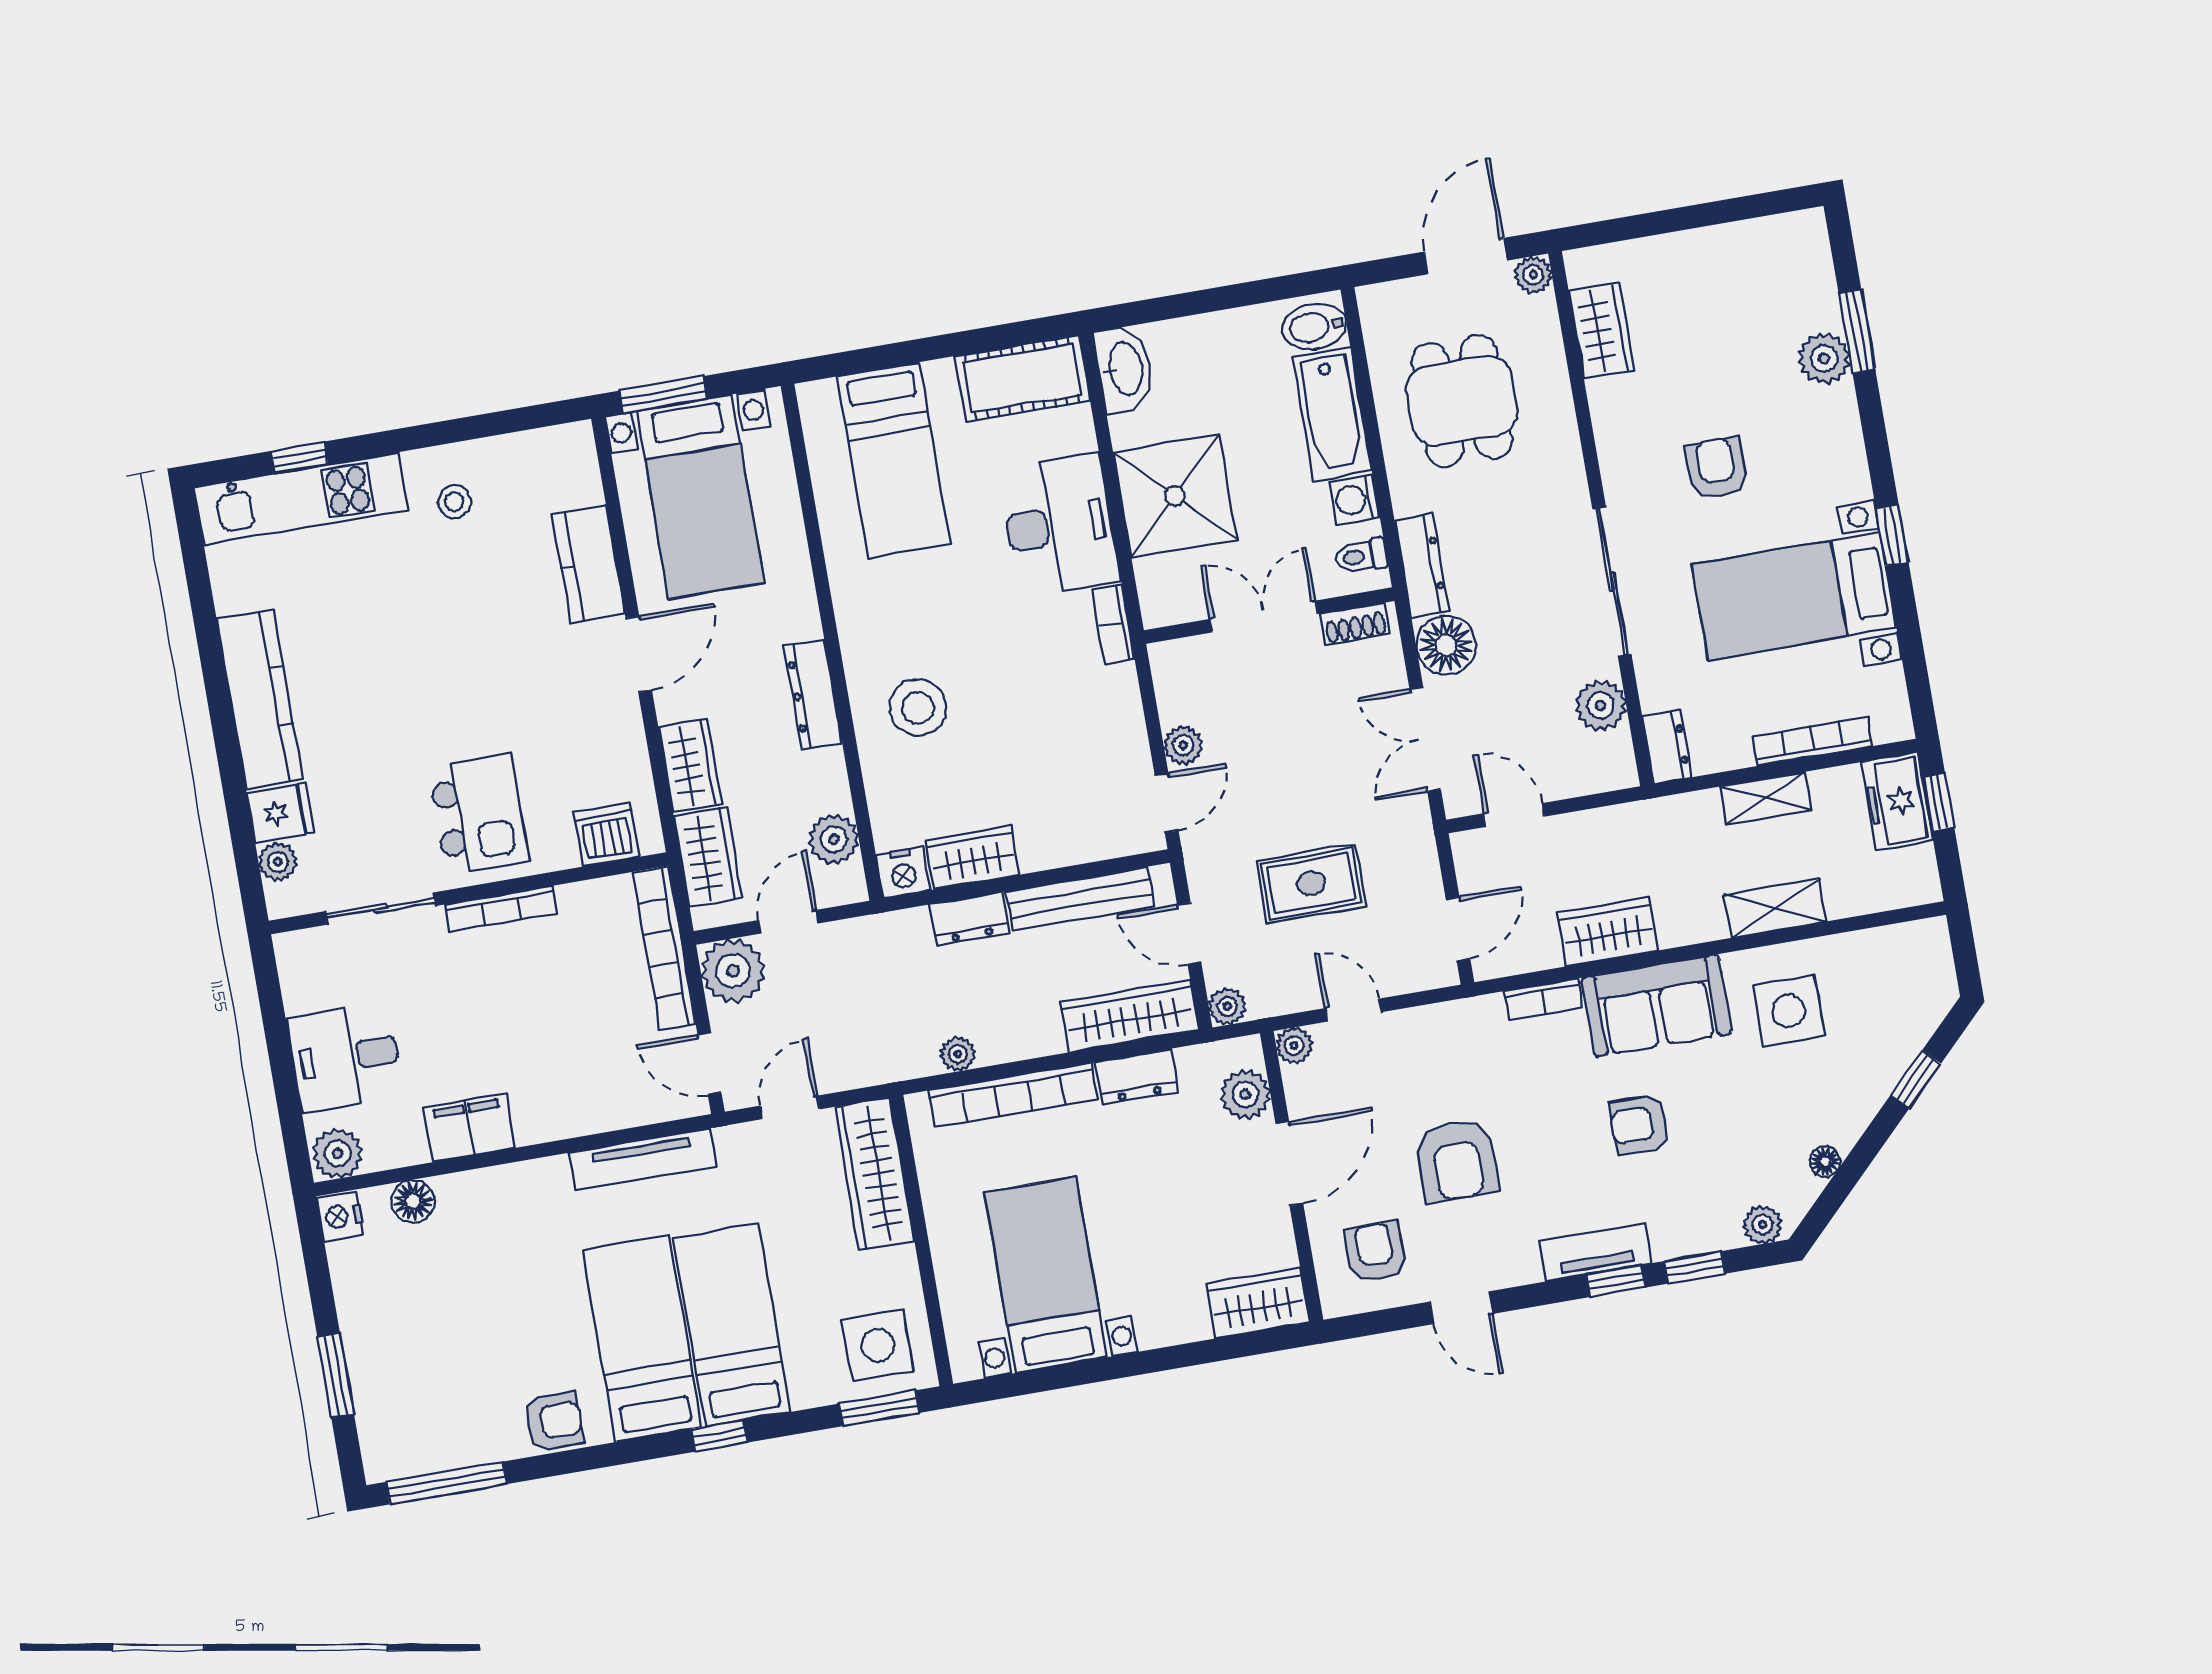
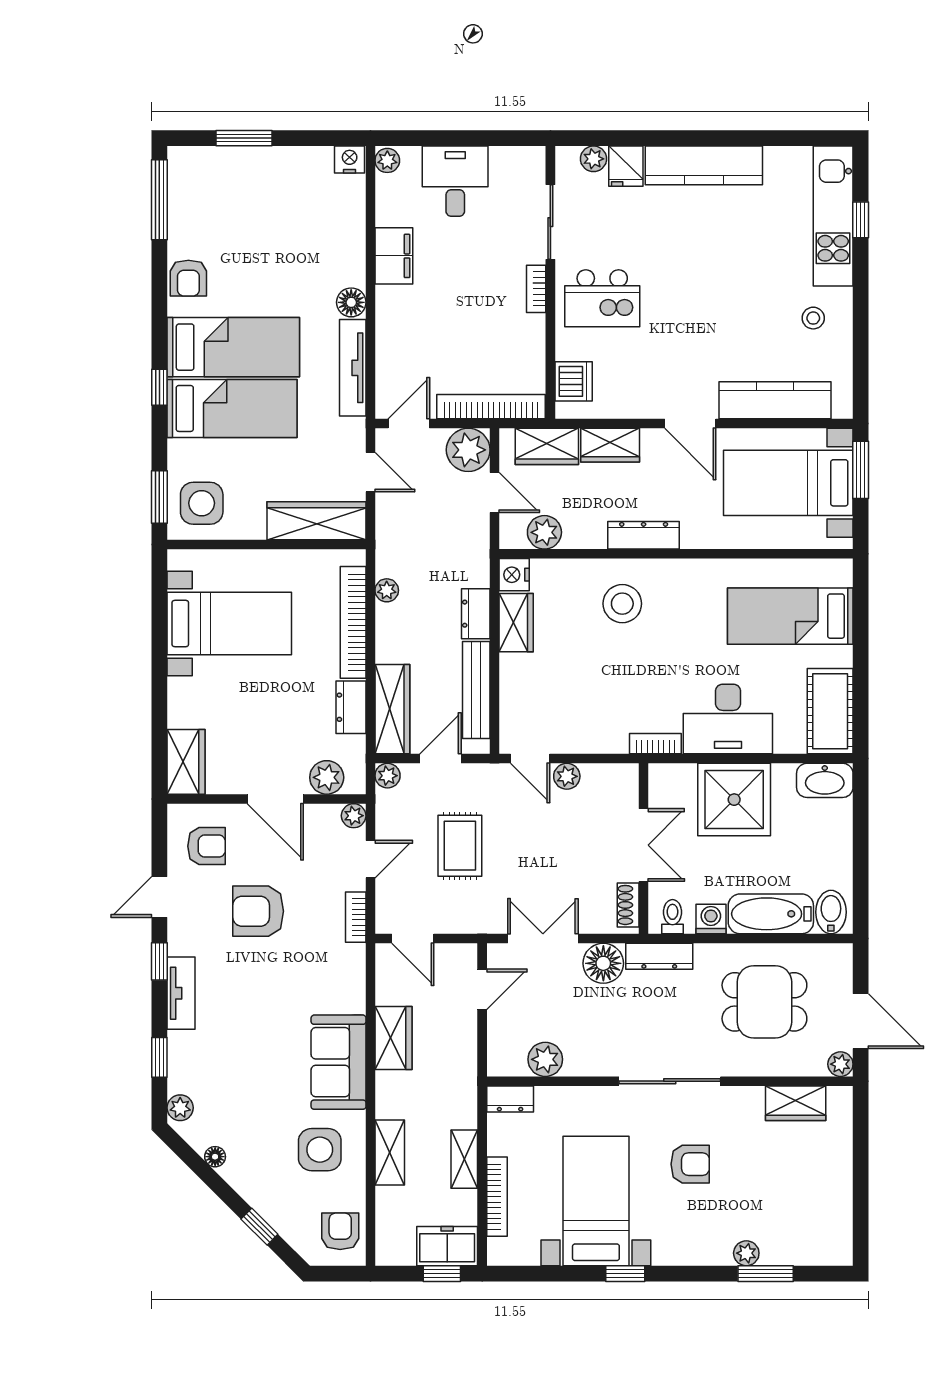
plant: (1824, 358) -> (746, 1253), width x0.73, depth x0.73
kitchen counter: (588, 564) -> (775, 400), width x1.50
sliding door: (1612, 582) -> (670, 1081), moved
bookcase: (501, 909) -> (536, 289), width x0.64
bookcase: (1543, 999) -> (356, 917), moved
armchair: (1640, 1124) -> (340, 1231), moved
plant: (338, 1154) -> (387, 160), width x0.73, depth x0.73
floor lamp: (413, 1201) -> (351, 302), moved
window: (1616, 1281) -> (159, 961), moved

